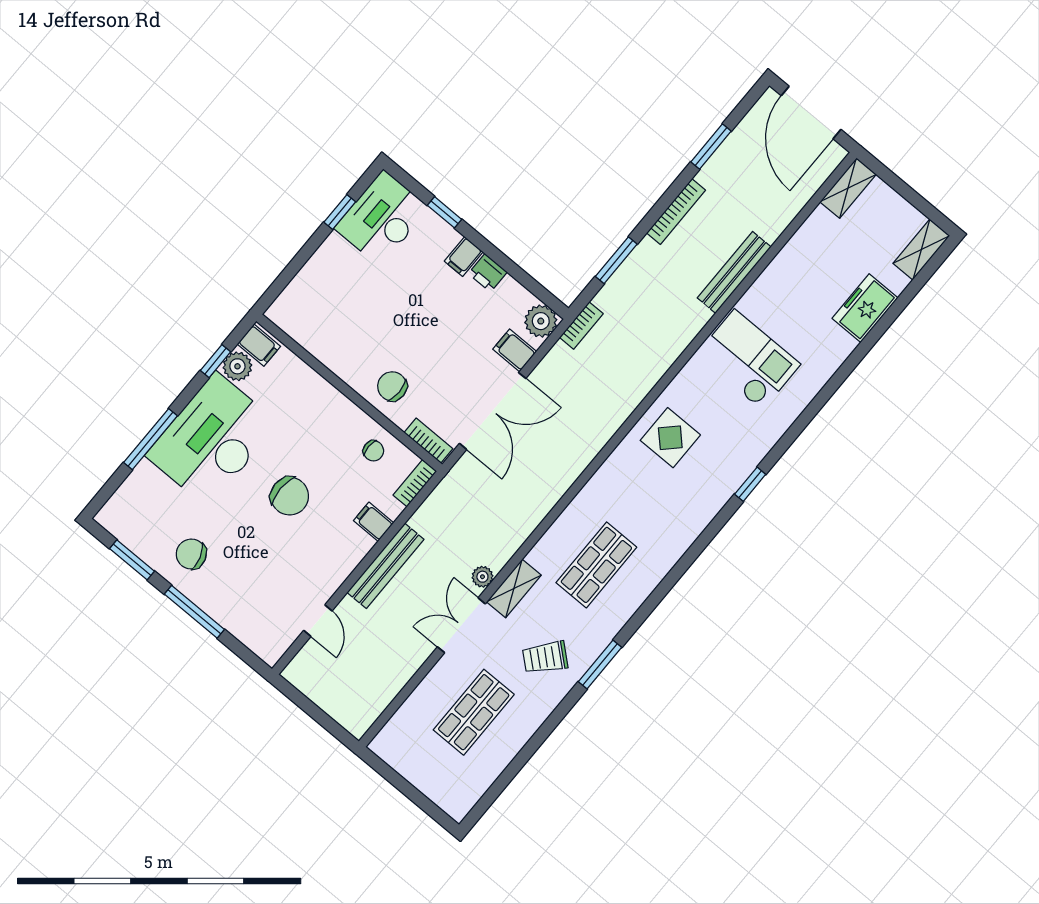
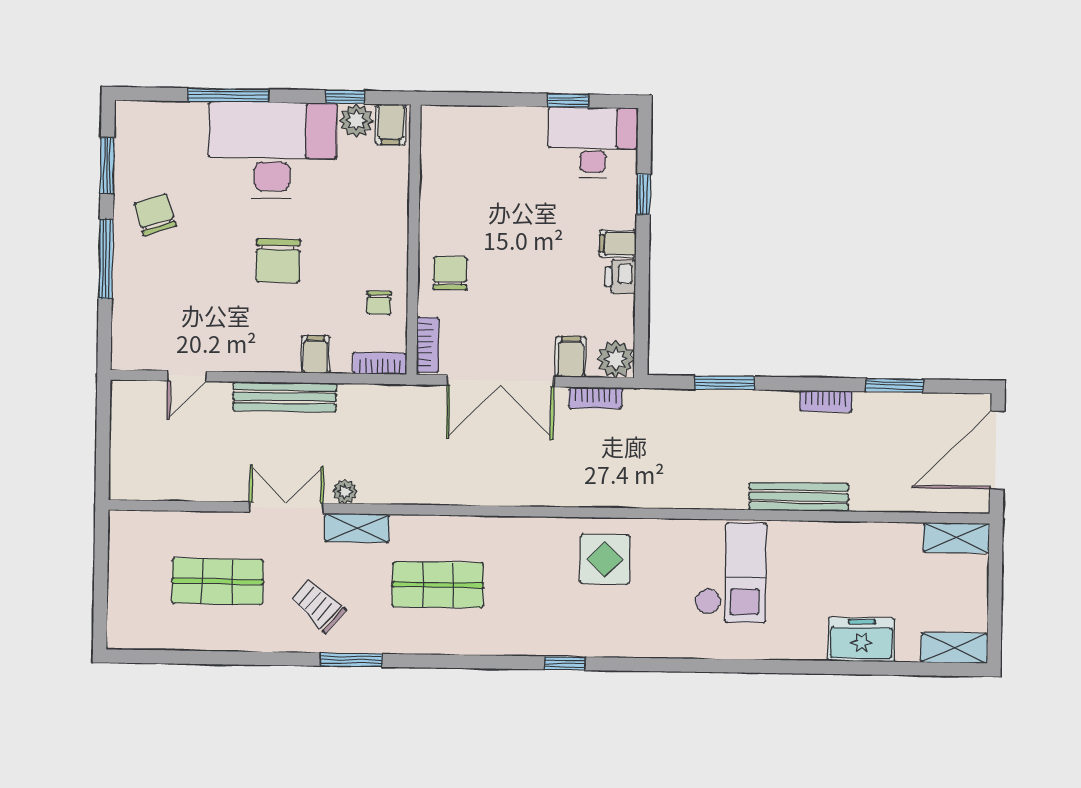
bookcase: (676, 212) -> (826, 401), width x0.64
bookcase: (581, 326) -> (595, 398), moved
window: (750, 484) -> (565, 663), moved

